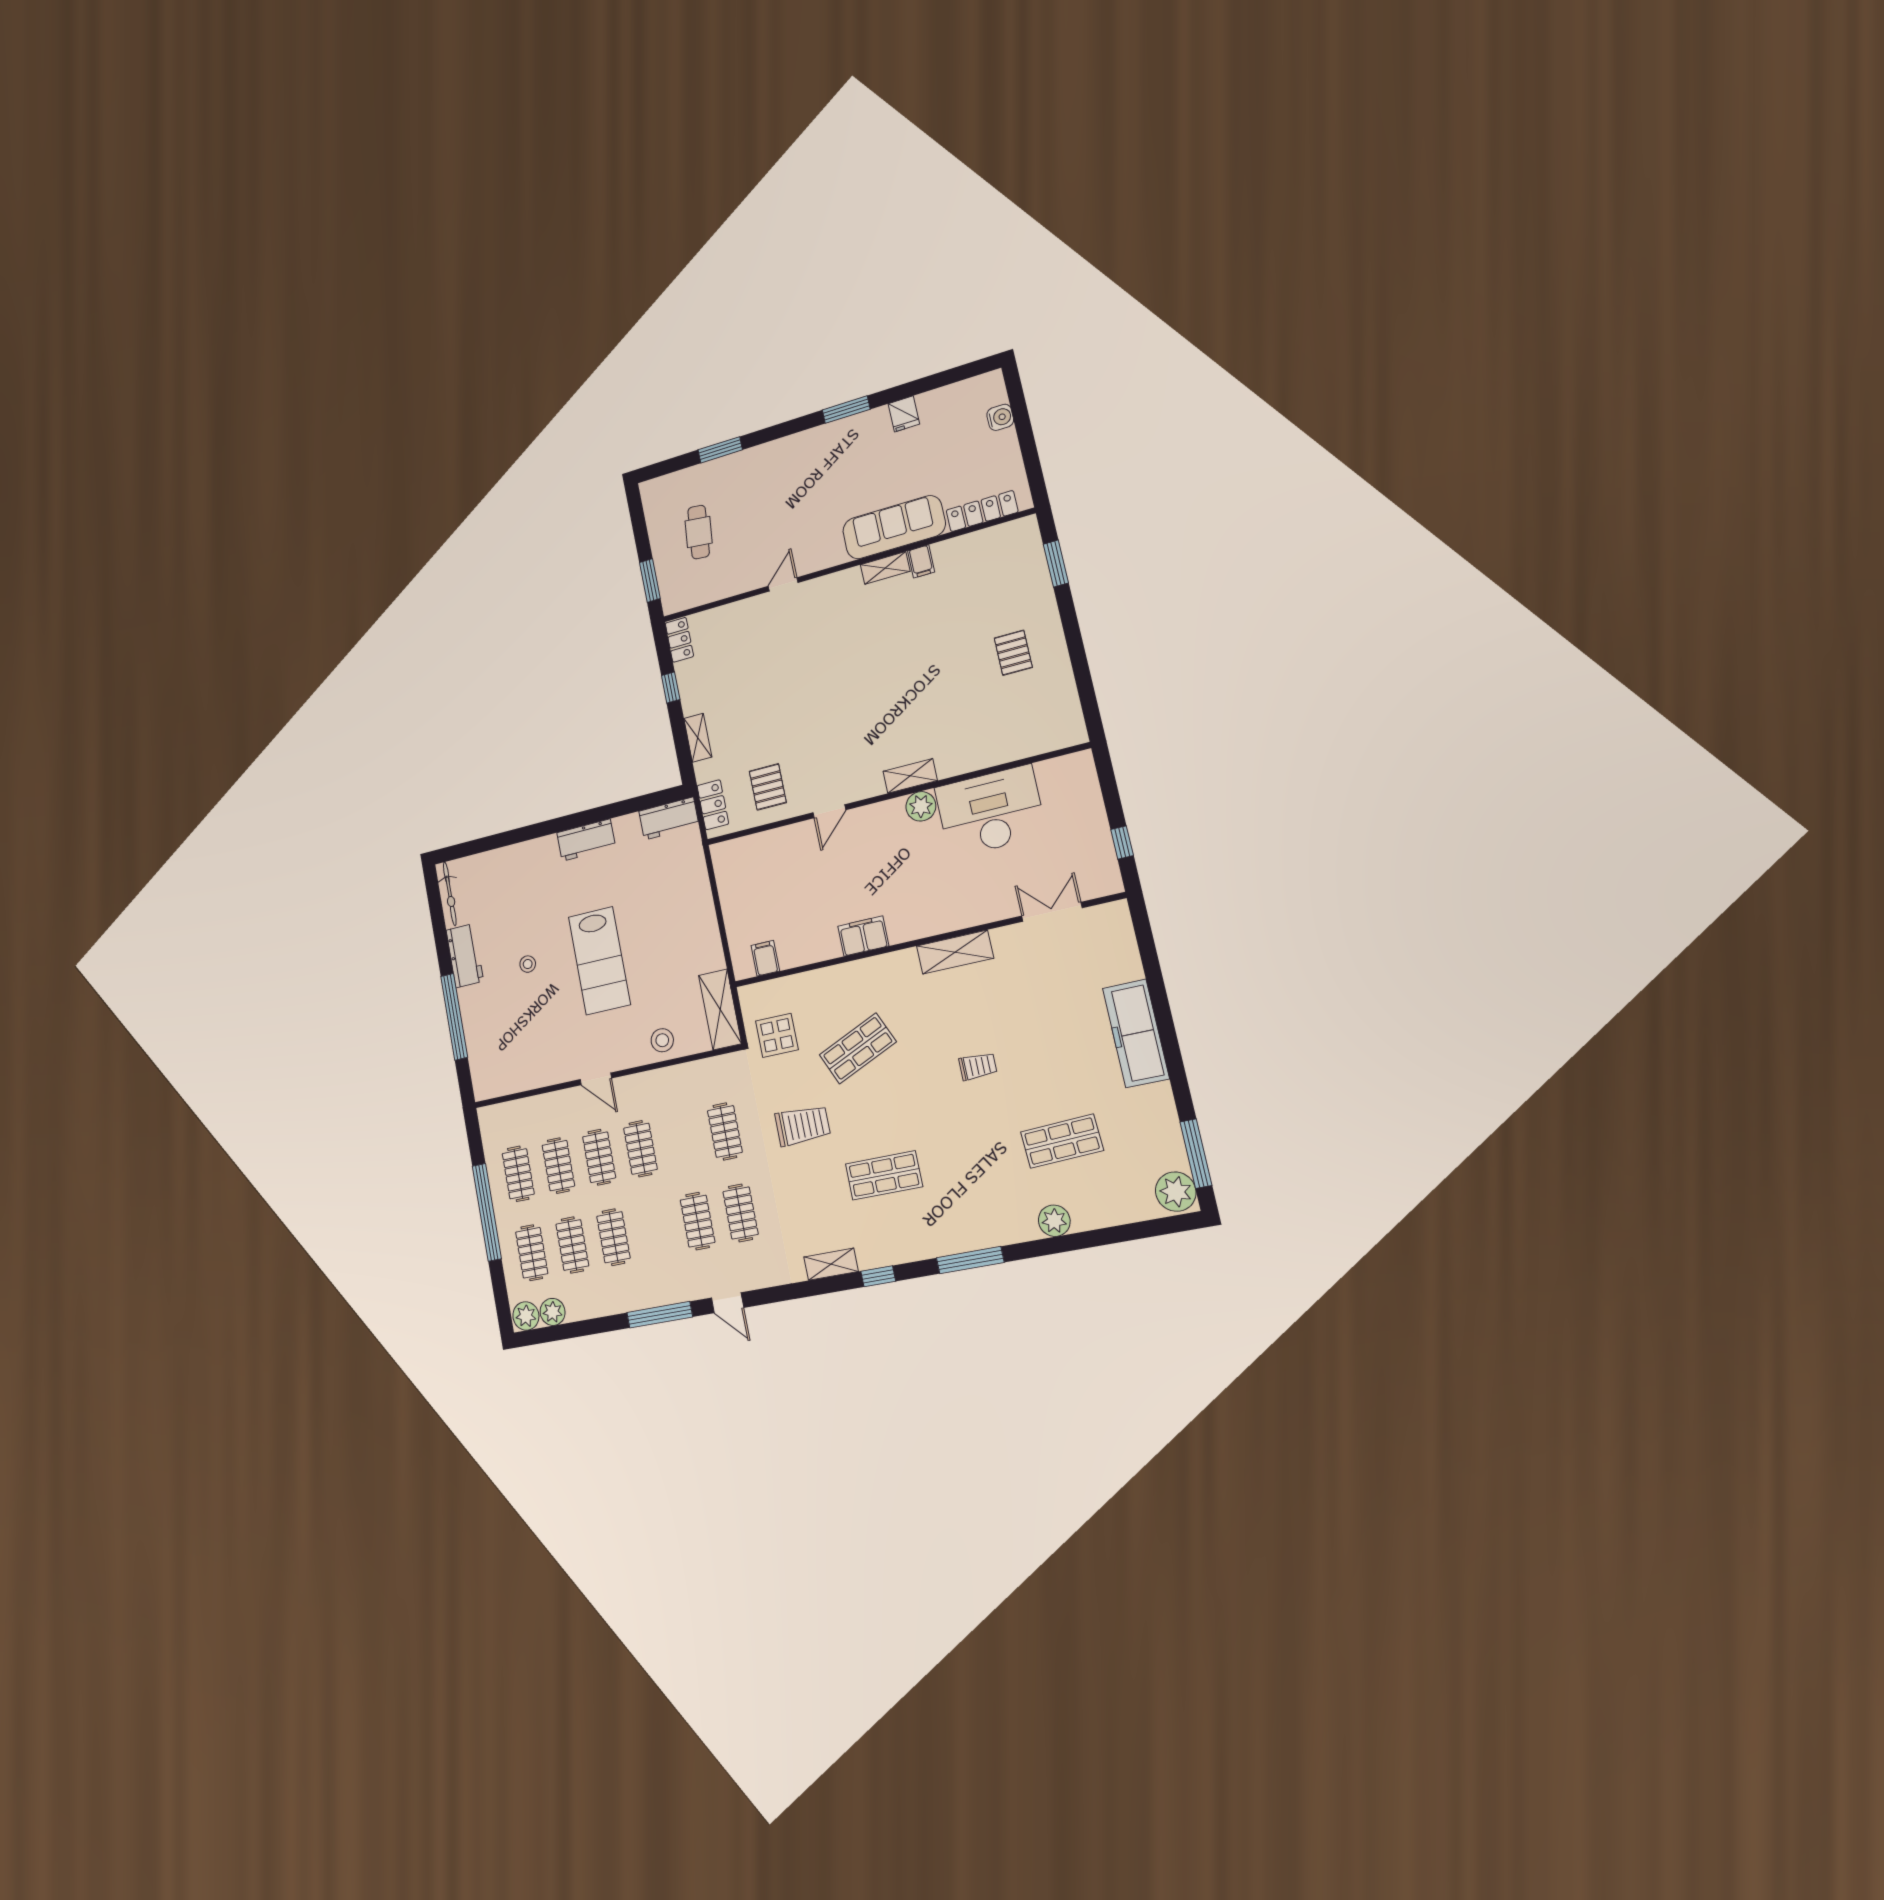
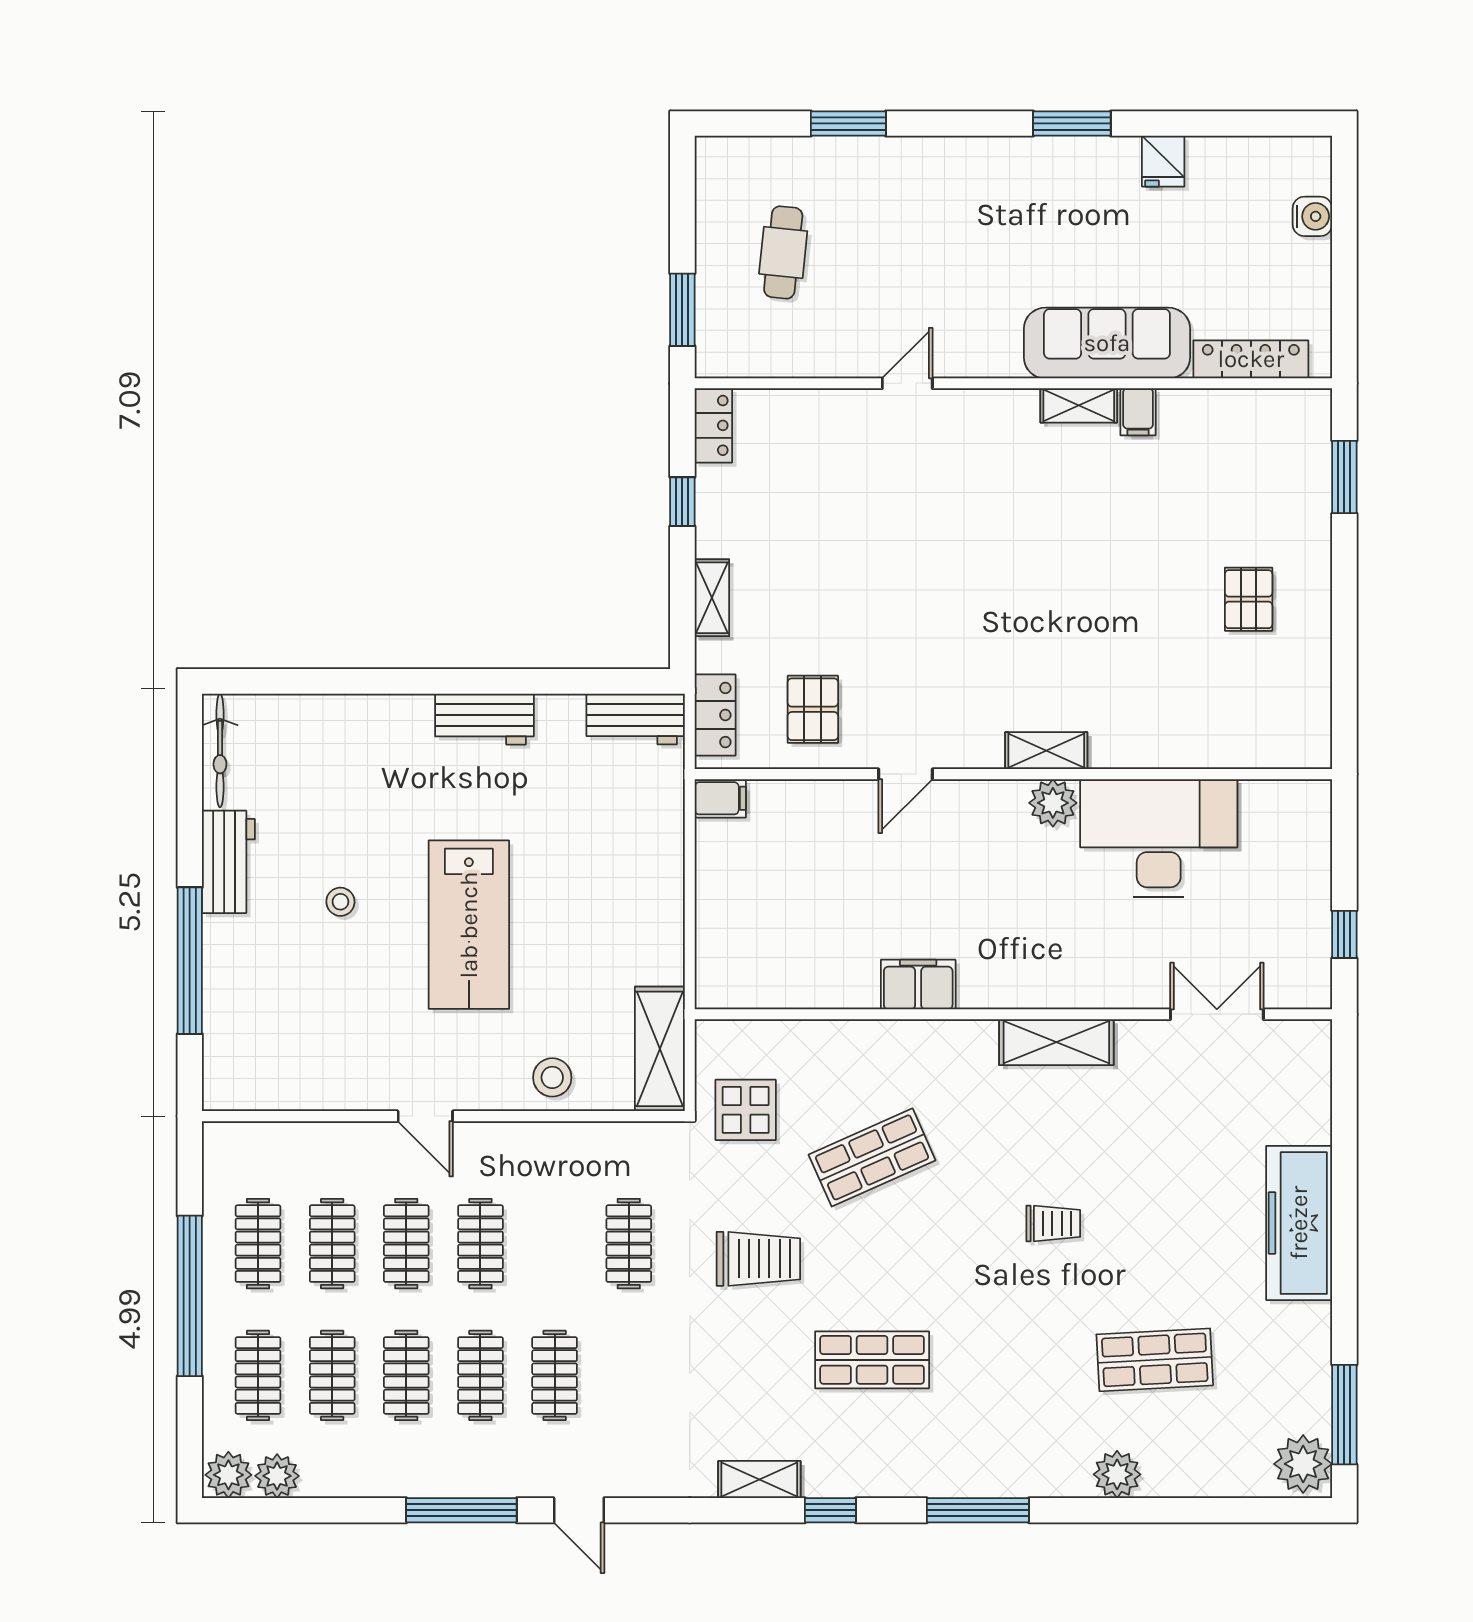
filing cabinet: (765, 958) -> (720, 798), moved, turned 90
clothes rail: (741, 1213) -> (480, 1375), moved

